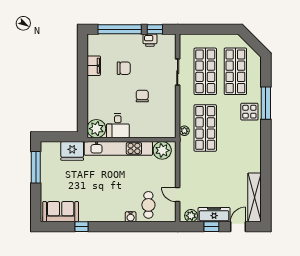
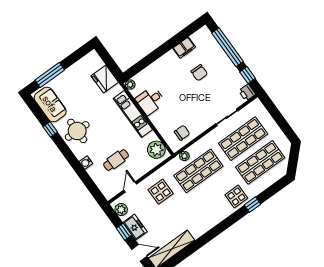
printer: (150, 40) -> (247, 92), moved
chair: (142, 96) -> (182, 133), moved
window: (266, 103) -> (252, 205), width x0.46
plant: (96, 129) -> (130, 85), width x0.53, depth x0.53
kitchen unit: (118, 148) -> (133, 114), width x0.73
window: (36, 167) -> (50, 75), moved
display table: (200, 172) -> (161, 192), added
round table: (99, 205) -> (77, 131), added
cafe table: (148, 205) -> (116, 160), moved
freezer: (214, 215) -> (135, 227), width x0.71

